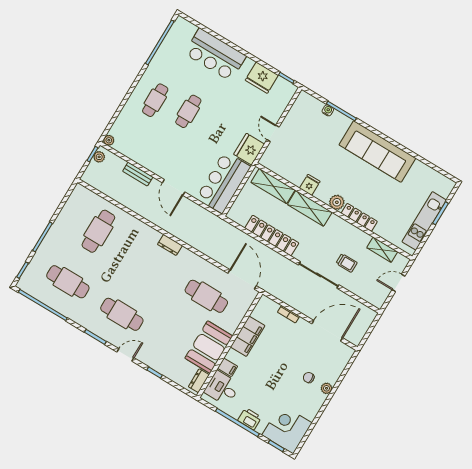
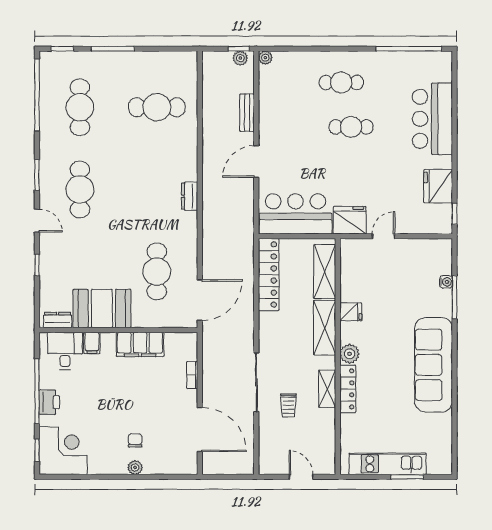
locker: (272, 236) -> (269, 275), moved
shelving: (382, 250) -> (327, 389), moved

